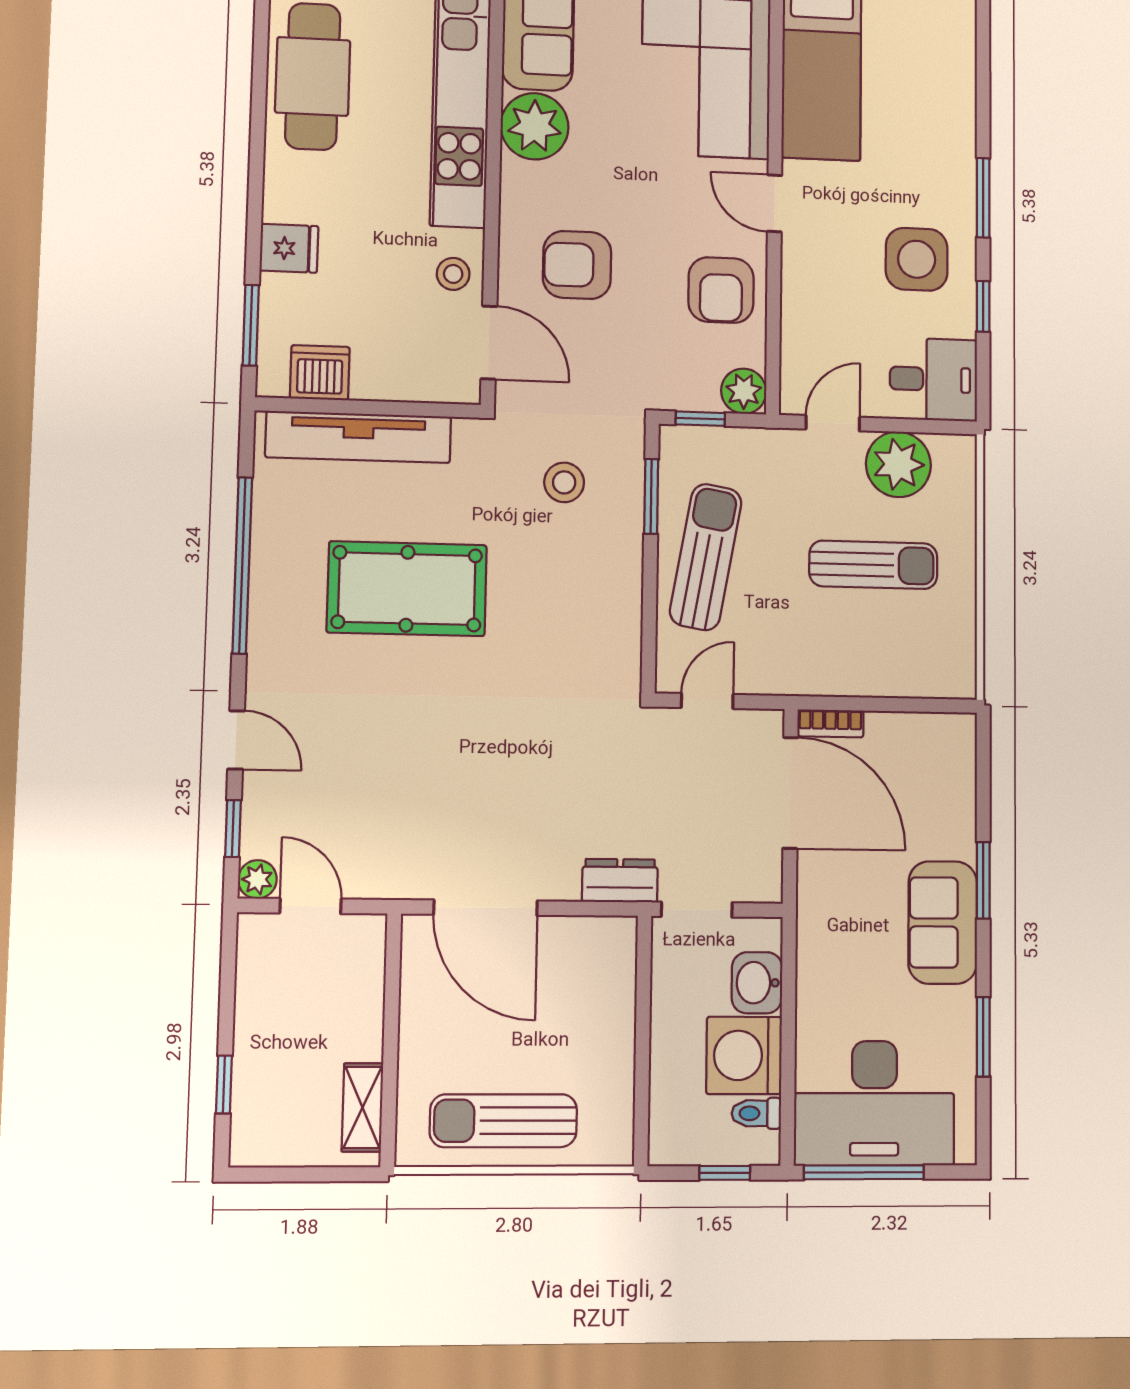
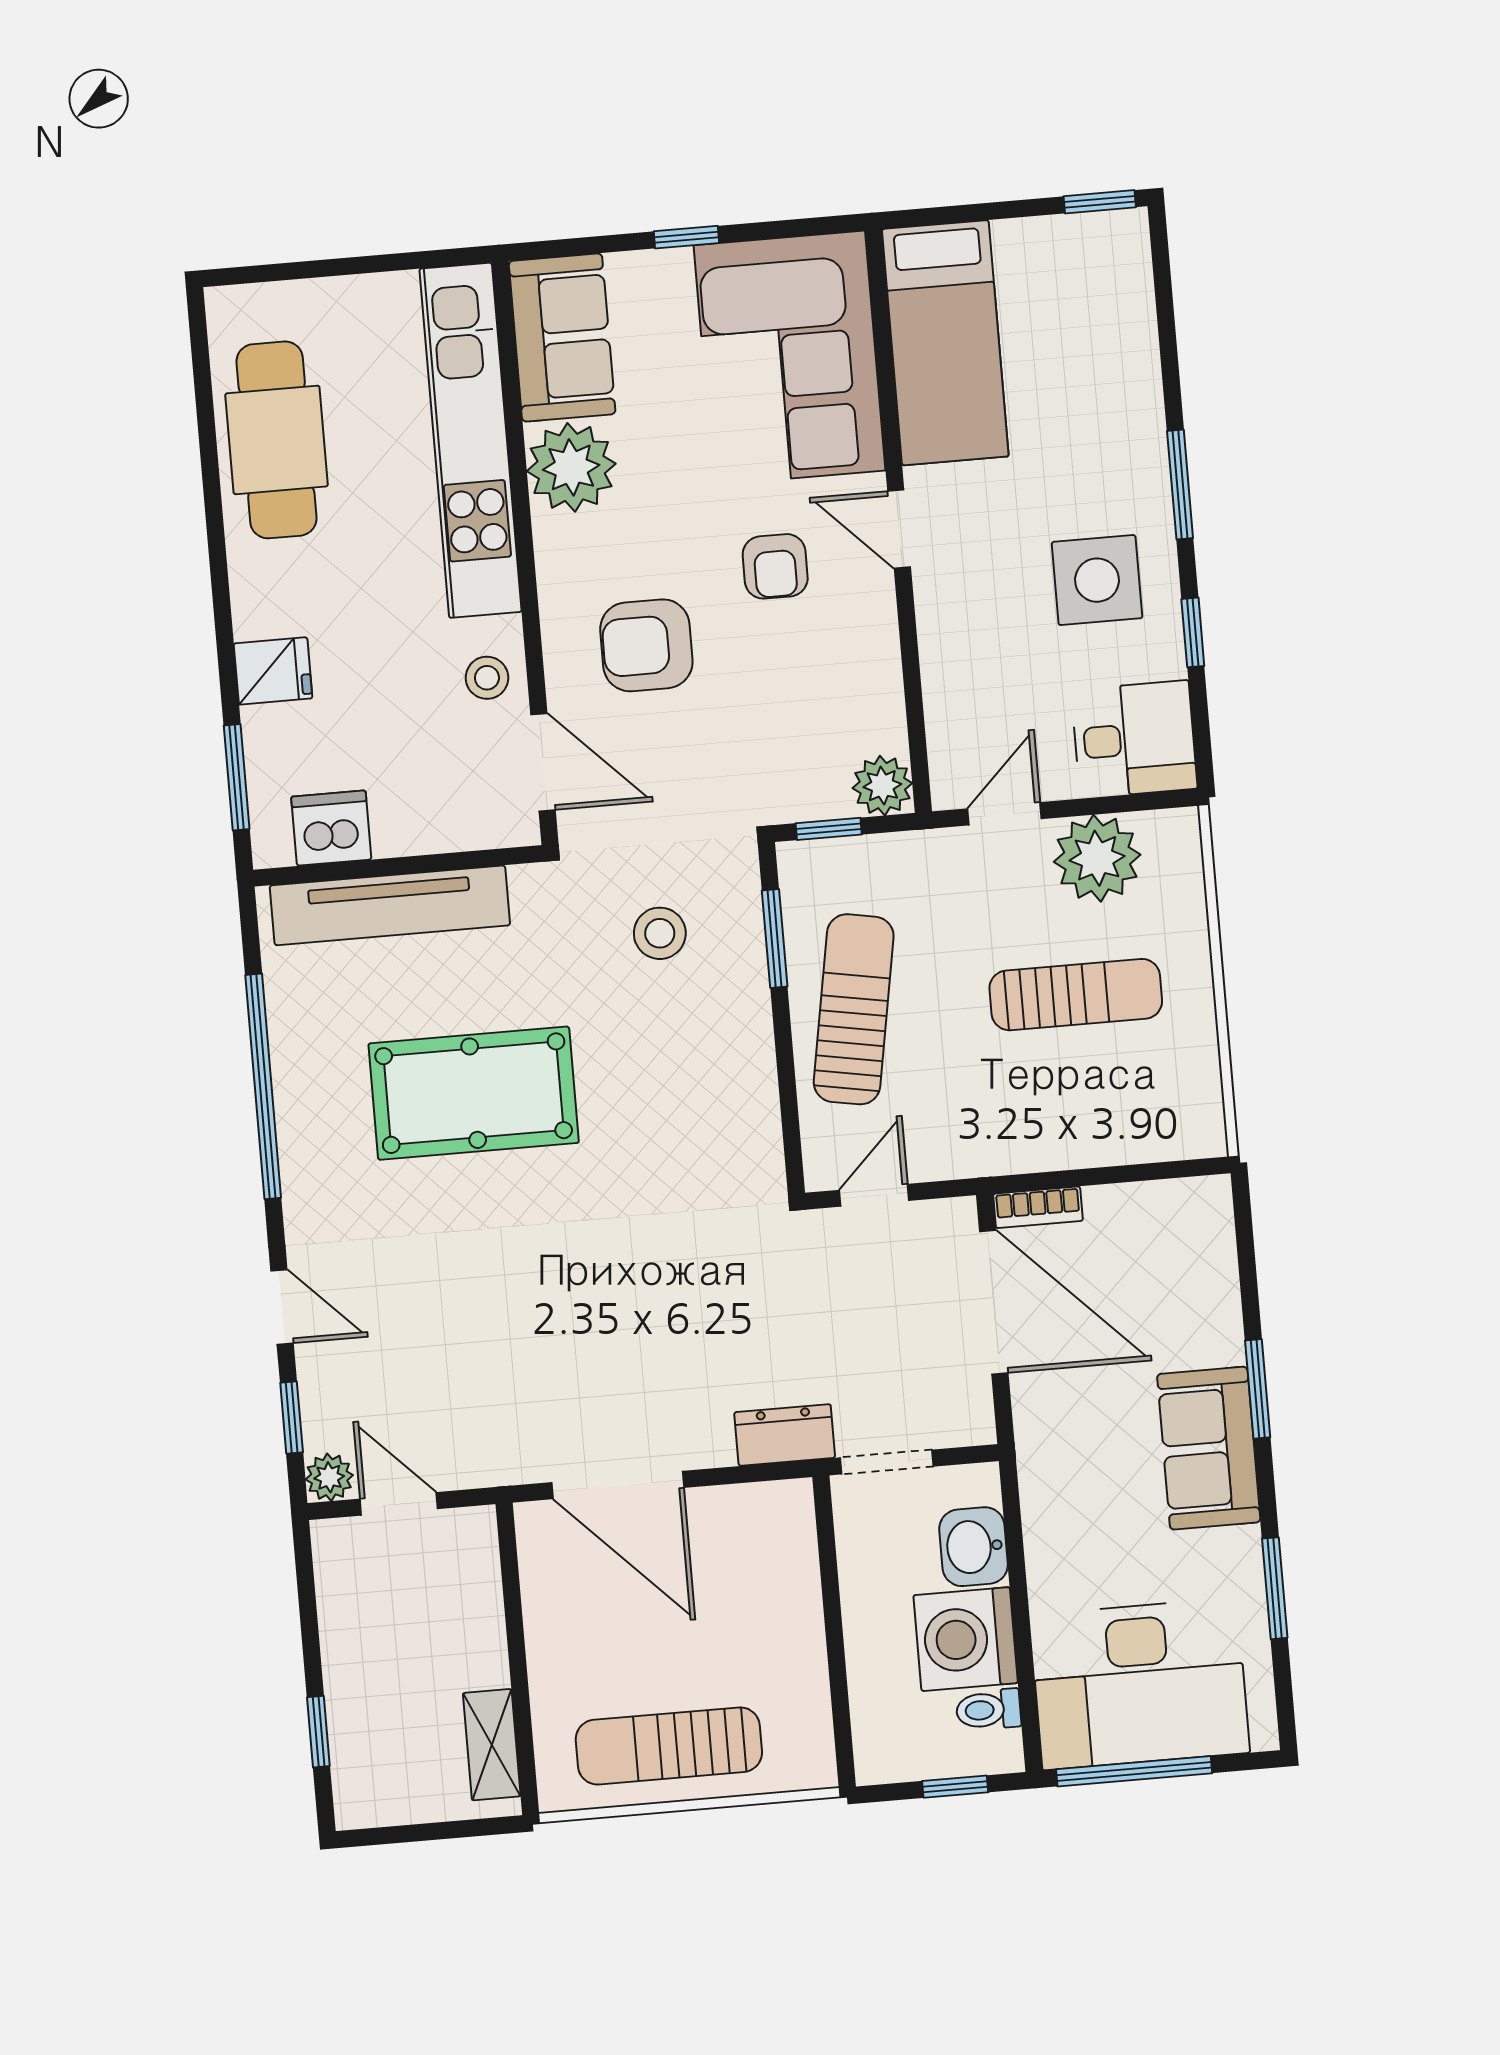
armchair: (721, 290) -> (775, 566), moved, width x0.72, depth x0.72

